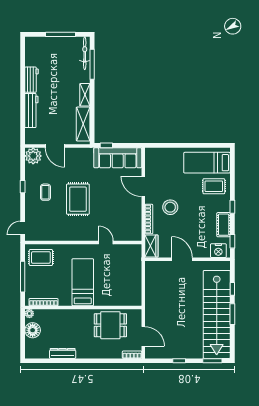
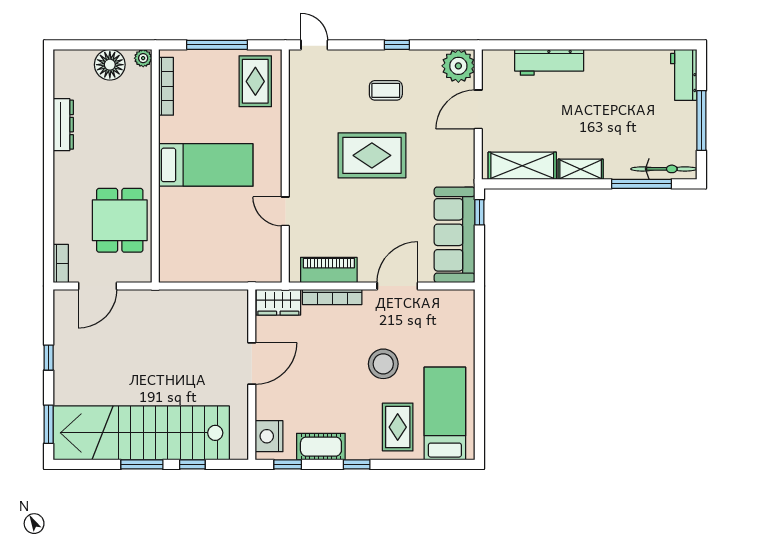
workbench: (32, 80) -> (684, 75), moved, turned 90
stool: (170, 207) -> (383, 364), moved
piano: (135, 221) -> (329, 270), added
door: (106, 242) -> (285, 211), swing flipped

